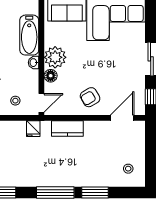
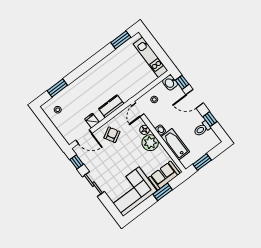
door: (122, 118) -> (84, 137), hinge flipped
fridge: (33, 129) -> (92, 121), moved
window: (55, 193) -> (90, 63), removed
window: (95, 193) -> (57, 88), moved

